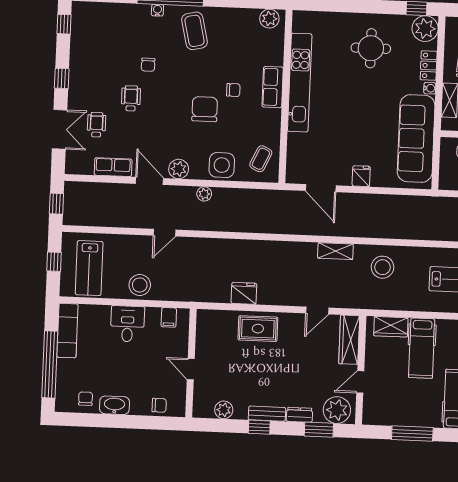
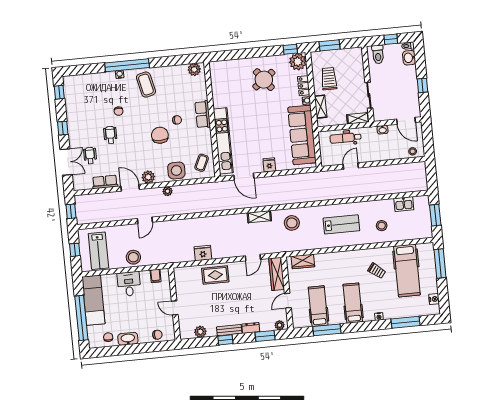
round table: (371, 48) -> (264, 80), turned -37
kitchen unit: (300, 83) -> (223, 141), moved
exam couch: (67, 331) -> (93, 300), width x1.36, depth x1.45
hospital bed: (422, 348) -> (318, 306), moved, turned 180
plant: (337, 410) -> (280, 325), width x0.53, depth x0.53

